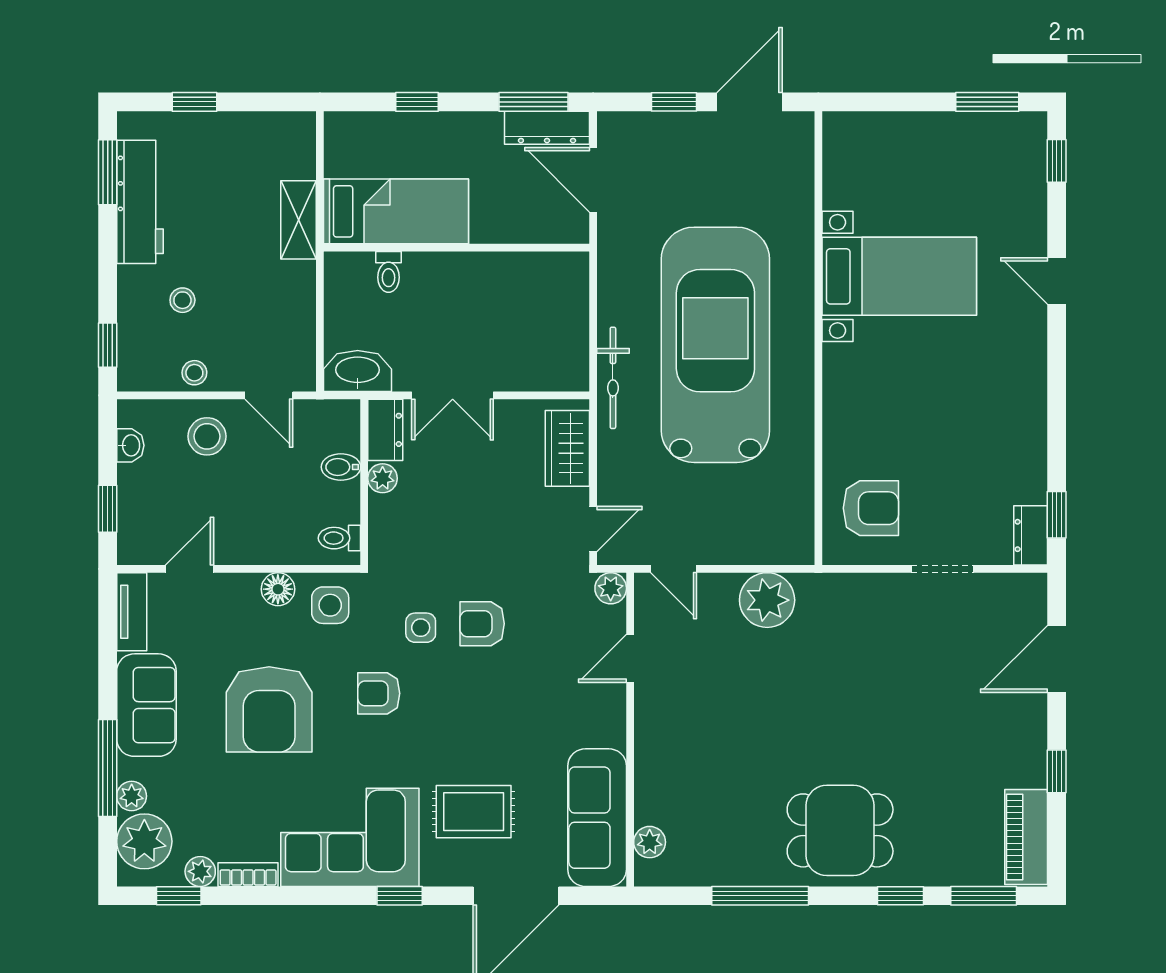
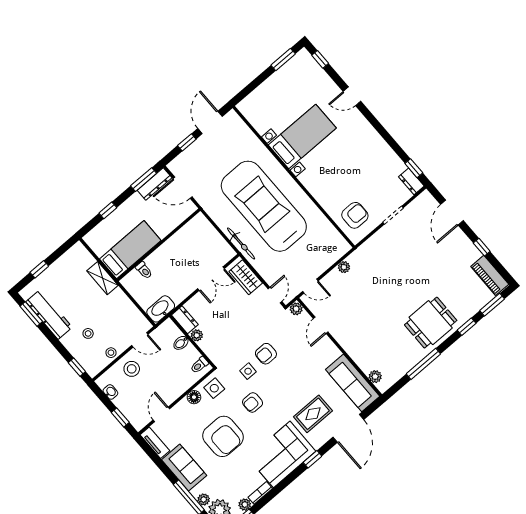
double door: (453, 395) -> (211, 279), moved
plant: (767, 600) -> (344, 267), width x0.53, depth x0.53

